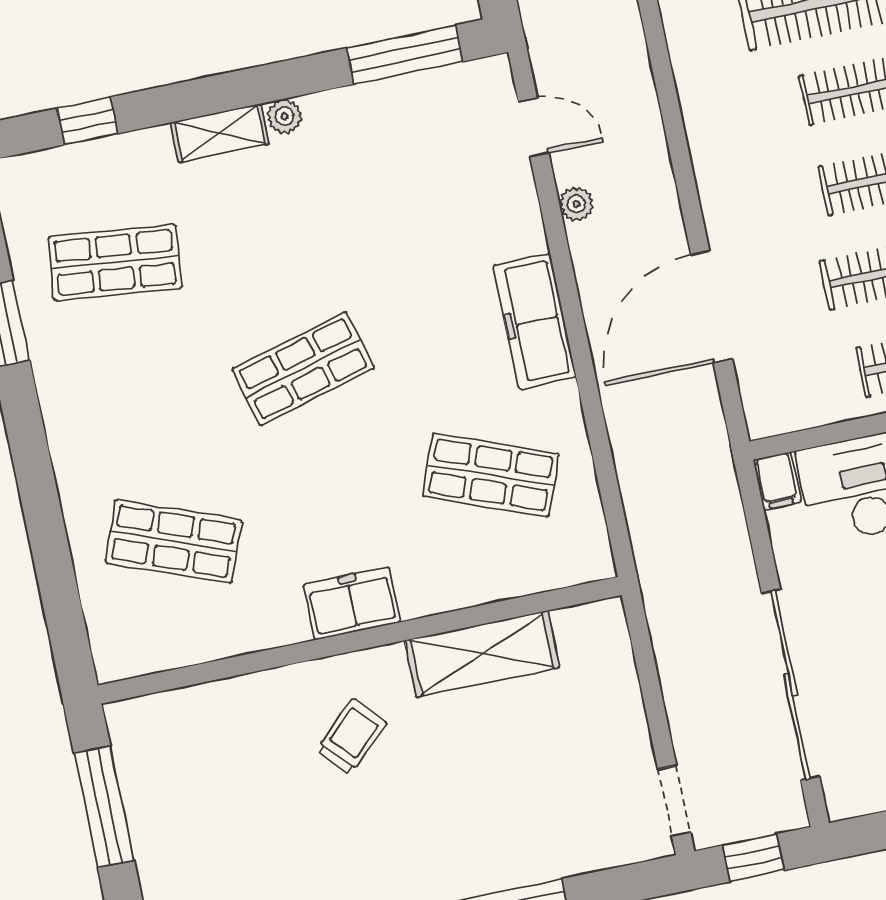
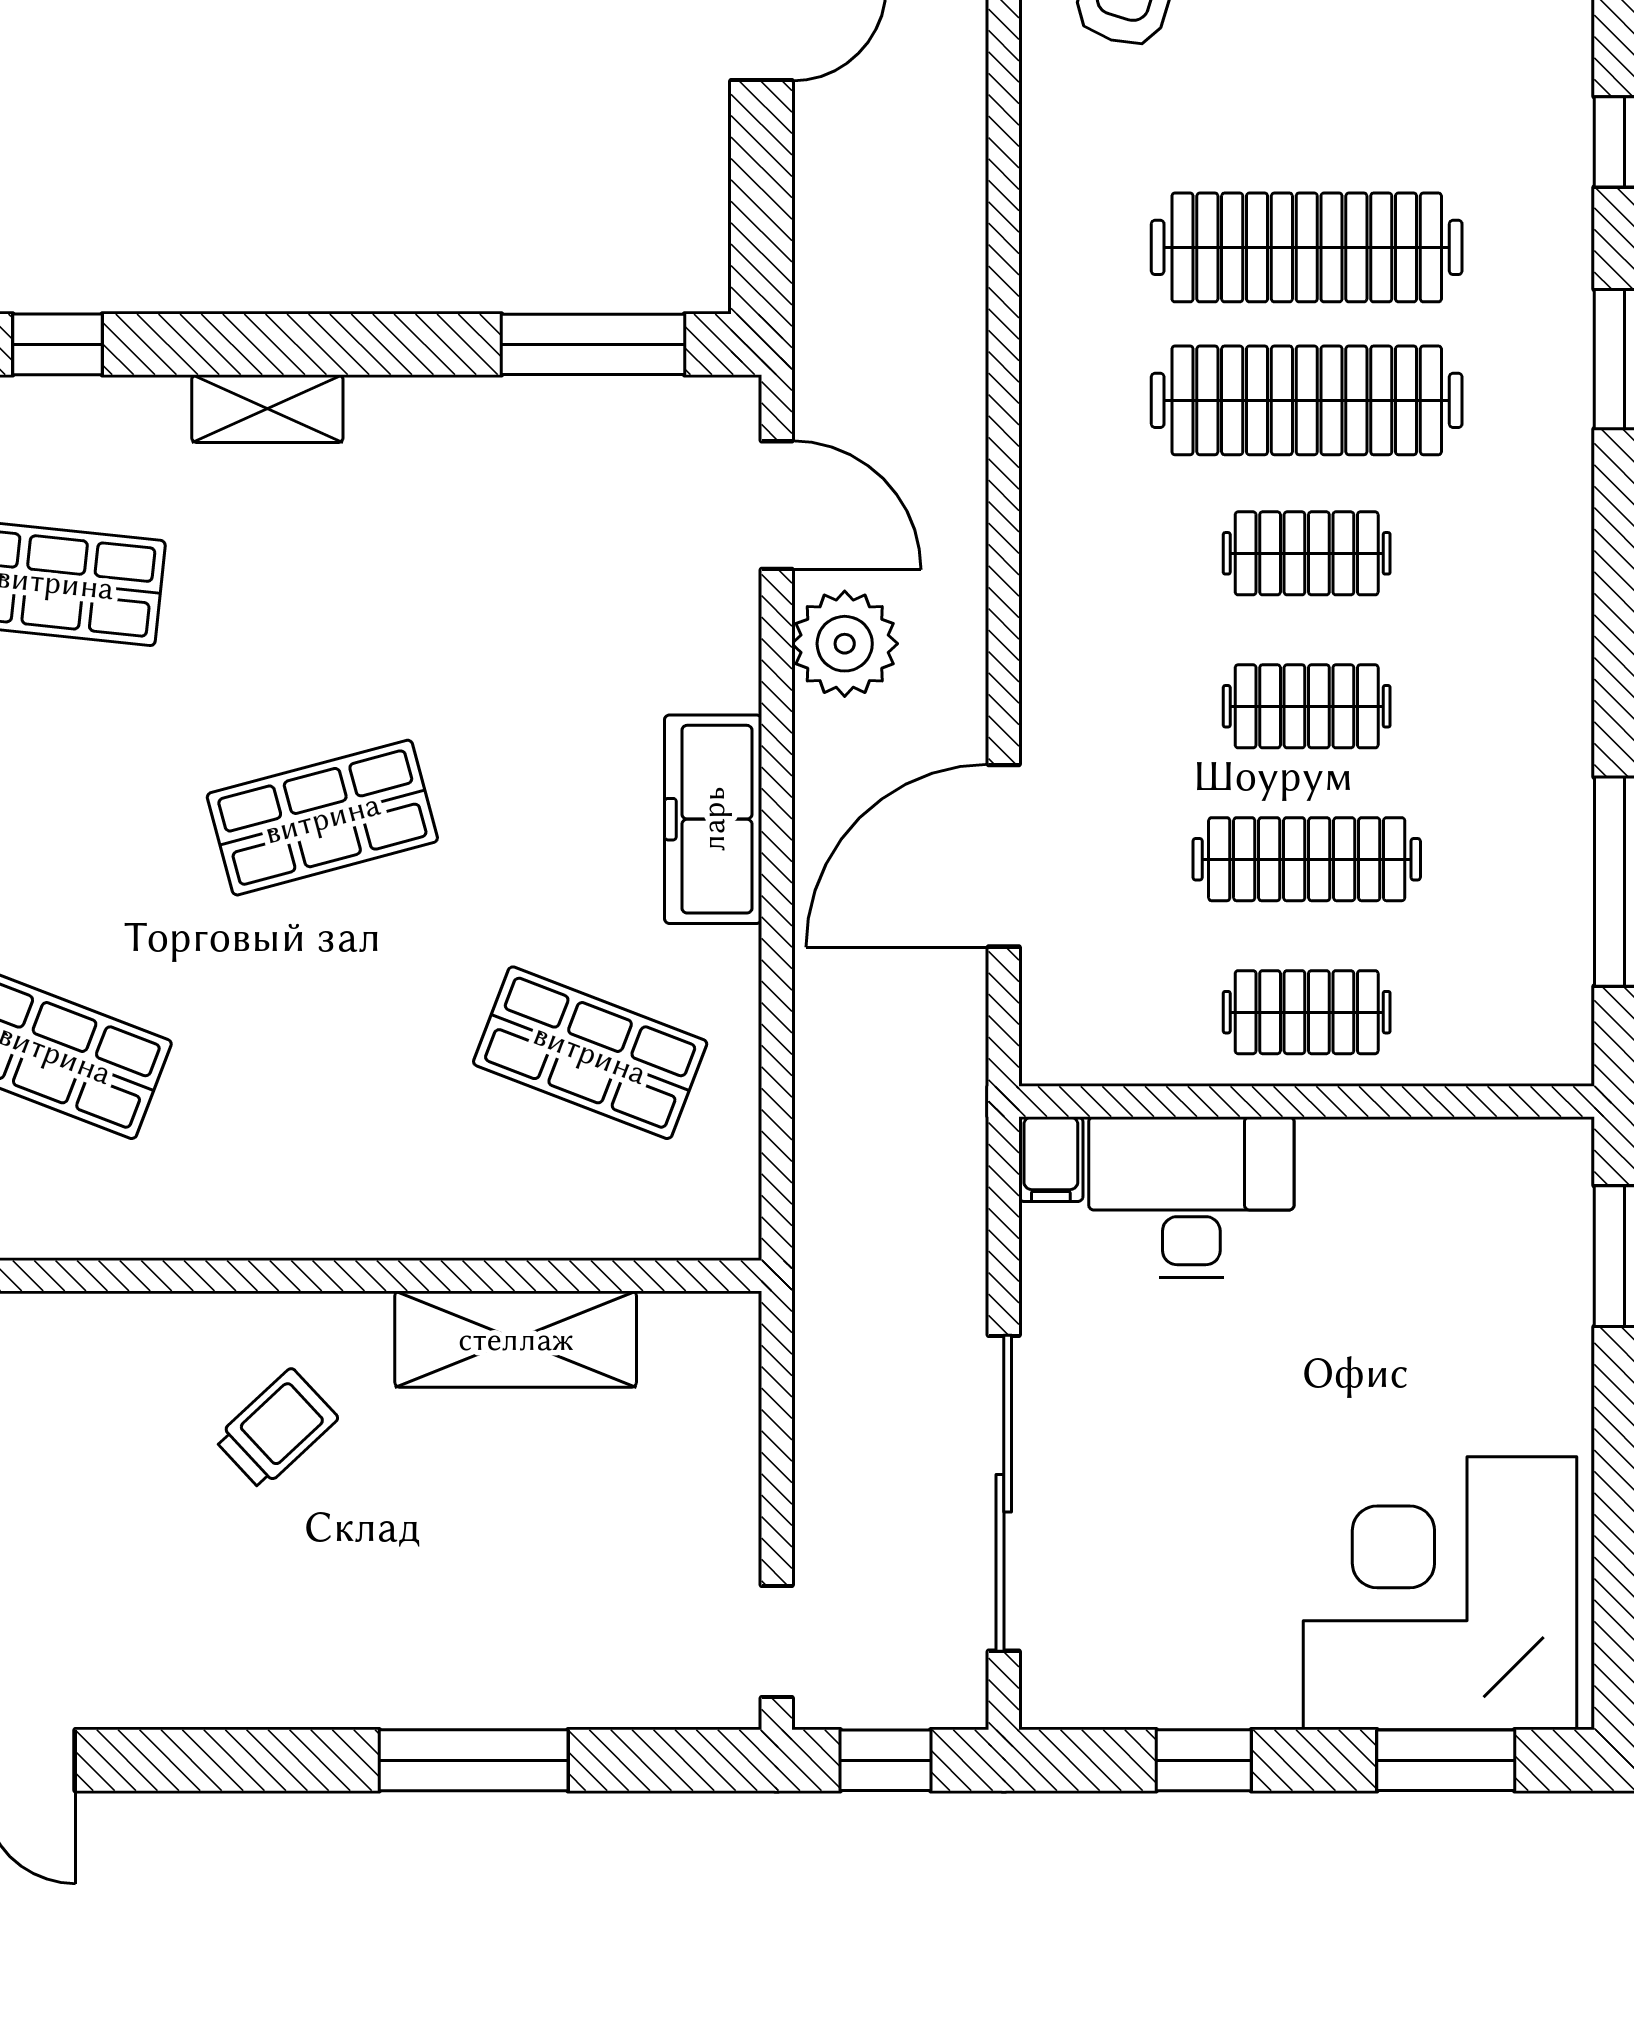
plant: (284, 116) -> (378, 403), removed
door: (534, 127) -> (777, 505), width x1.38
plant: (576, 204) -> (845, 644), width x1.88, depth x1.88
freezer: (352, 603) -> (323, 1214), removed

